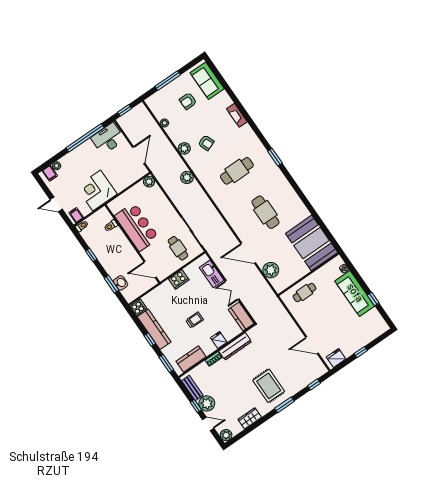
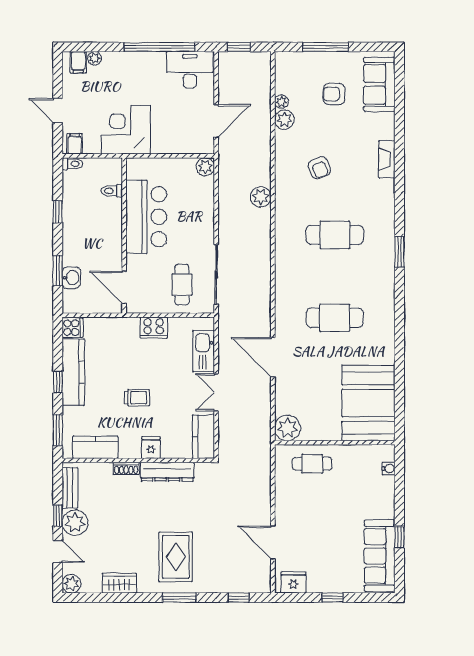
plant: (184, 148) -> (284, 120), moved
cafe table: (265, 212) -> (335, 318), turned 90
plant: (271, 270) -> (287, 428), moved
sofa: (355, 293) -> (380, 556), moved

